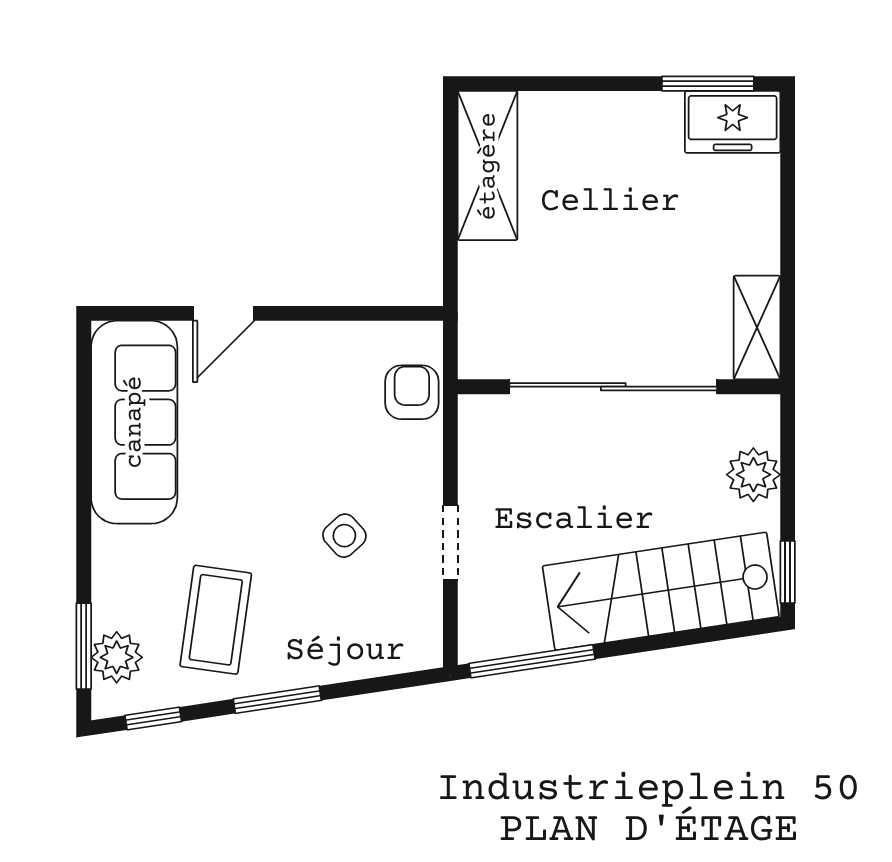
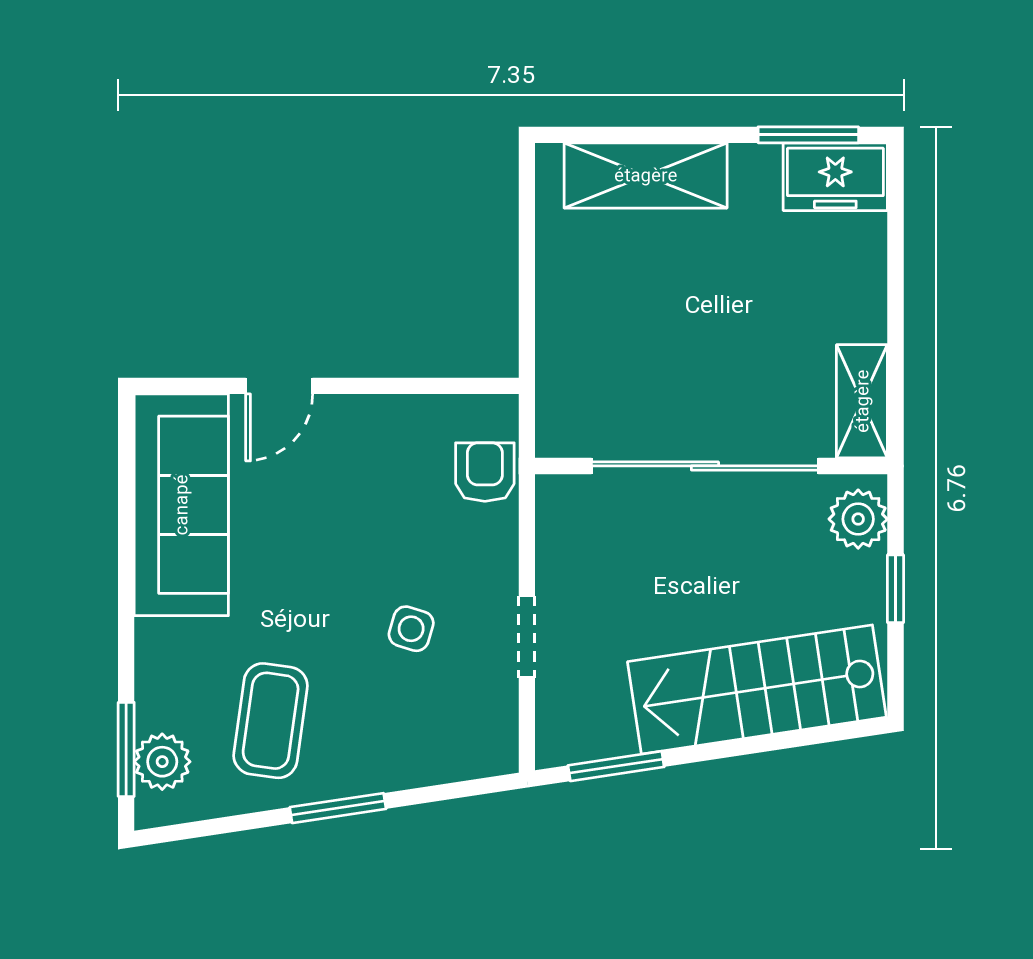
shelving: (488, 166) -> (646, 175), moved, turned 90
plant: (753, 475) -> (858, 519), moved
side table: (344, 536) -> (411, 629), turned -31
window: (788, 572) -> (896, 589), moved
window: (532, 661) -> (616, 766), width x0.69
window: (153, 718) -> (202, 828), removed

